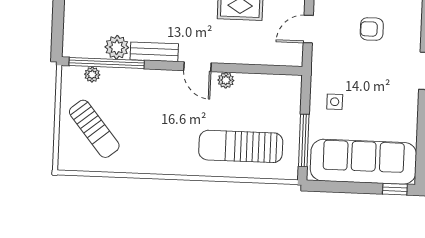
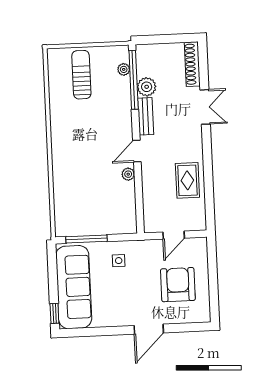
door: (308, 29) -> (174, 235), swing flipped
armchair: (372, 29) -> (178, 285), width x1.88, depth x1.88
sun lounger: (94, 129) -> (81, 75), turned 129
sun lounger: (241, 146) -> (77, 190), removed

